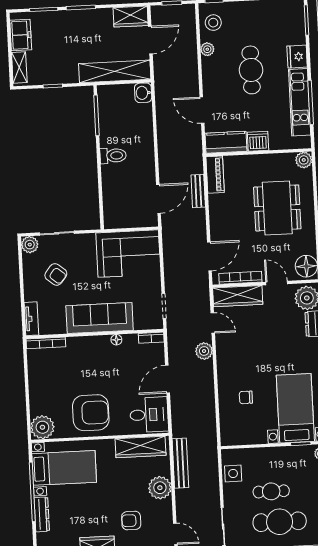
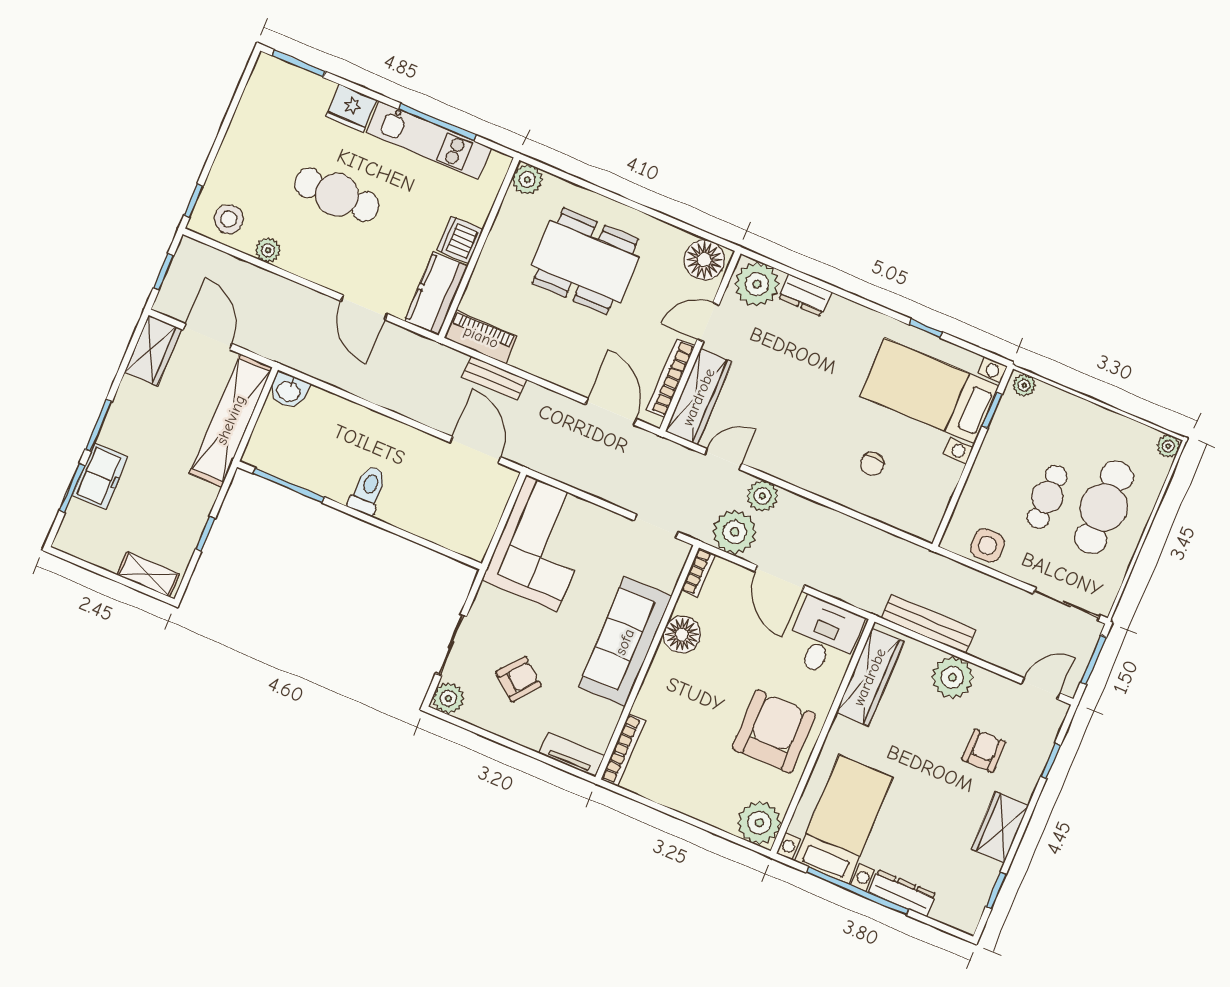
freezer: (21, 35) -> (100, 476), moved, turned 90
door: (202, 110) -> (364, 307), hinge flipped
floor lamp: (116, 340) -> (682, 635), width x1.89, depth x1.89
plant: (180, 346) -> (735, 532), added
armchair: (131, 521) -> (984, 751), turned 180

